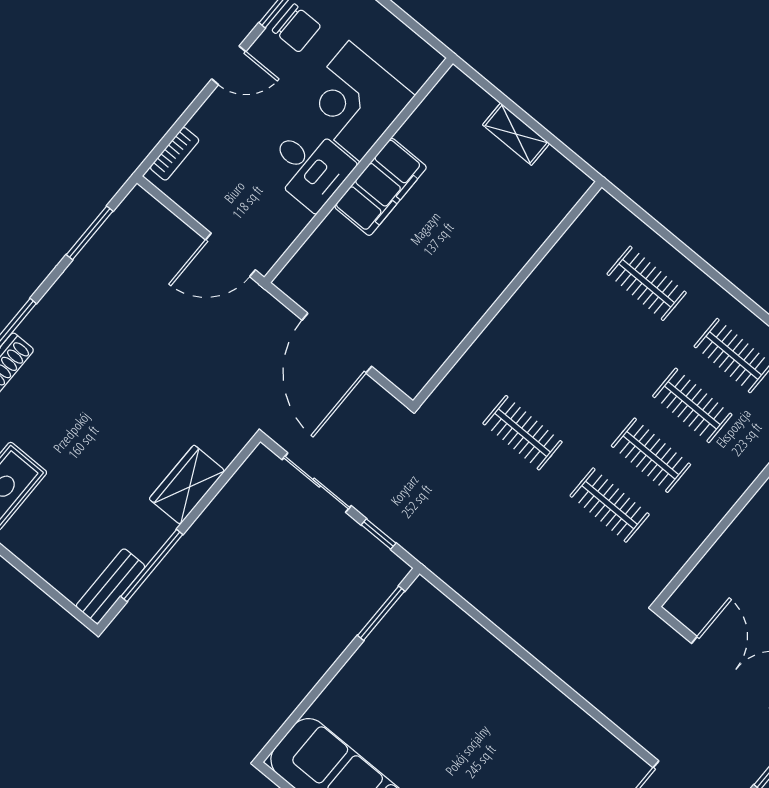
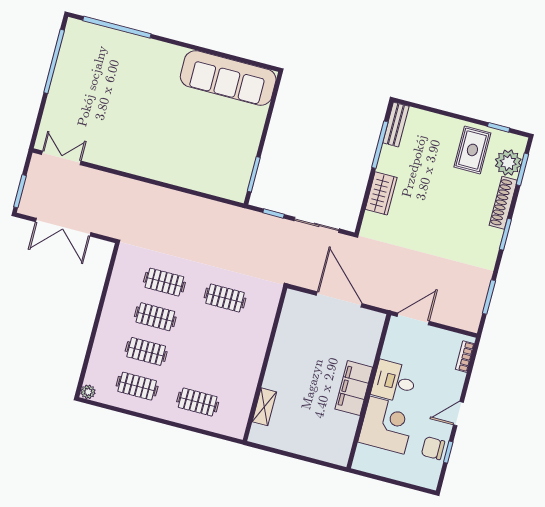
shelving: (516, 134) -> (264, 407), moved, turned 90

